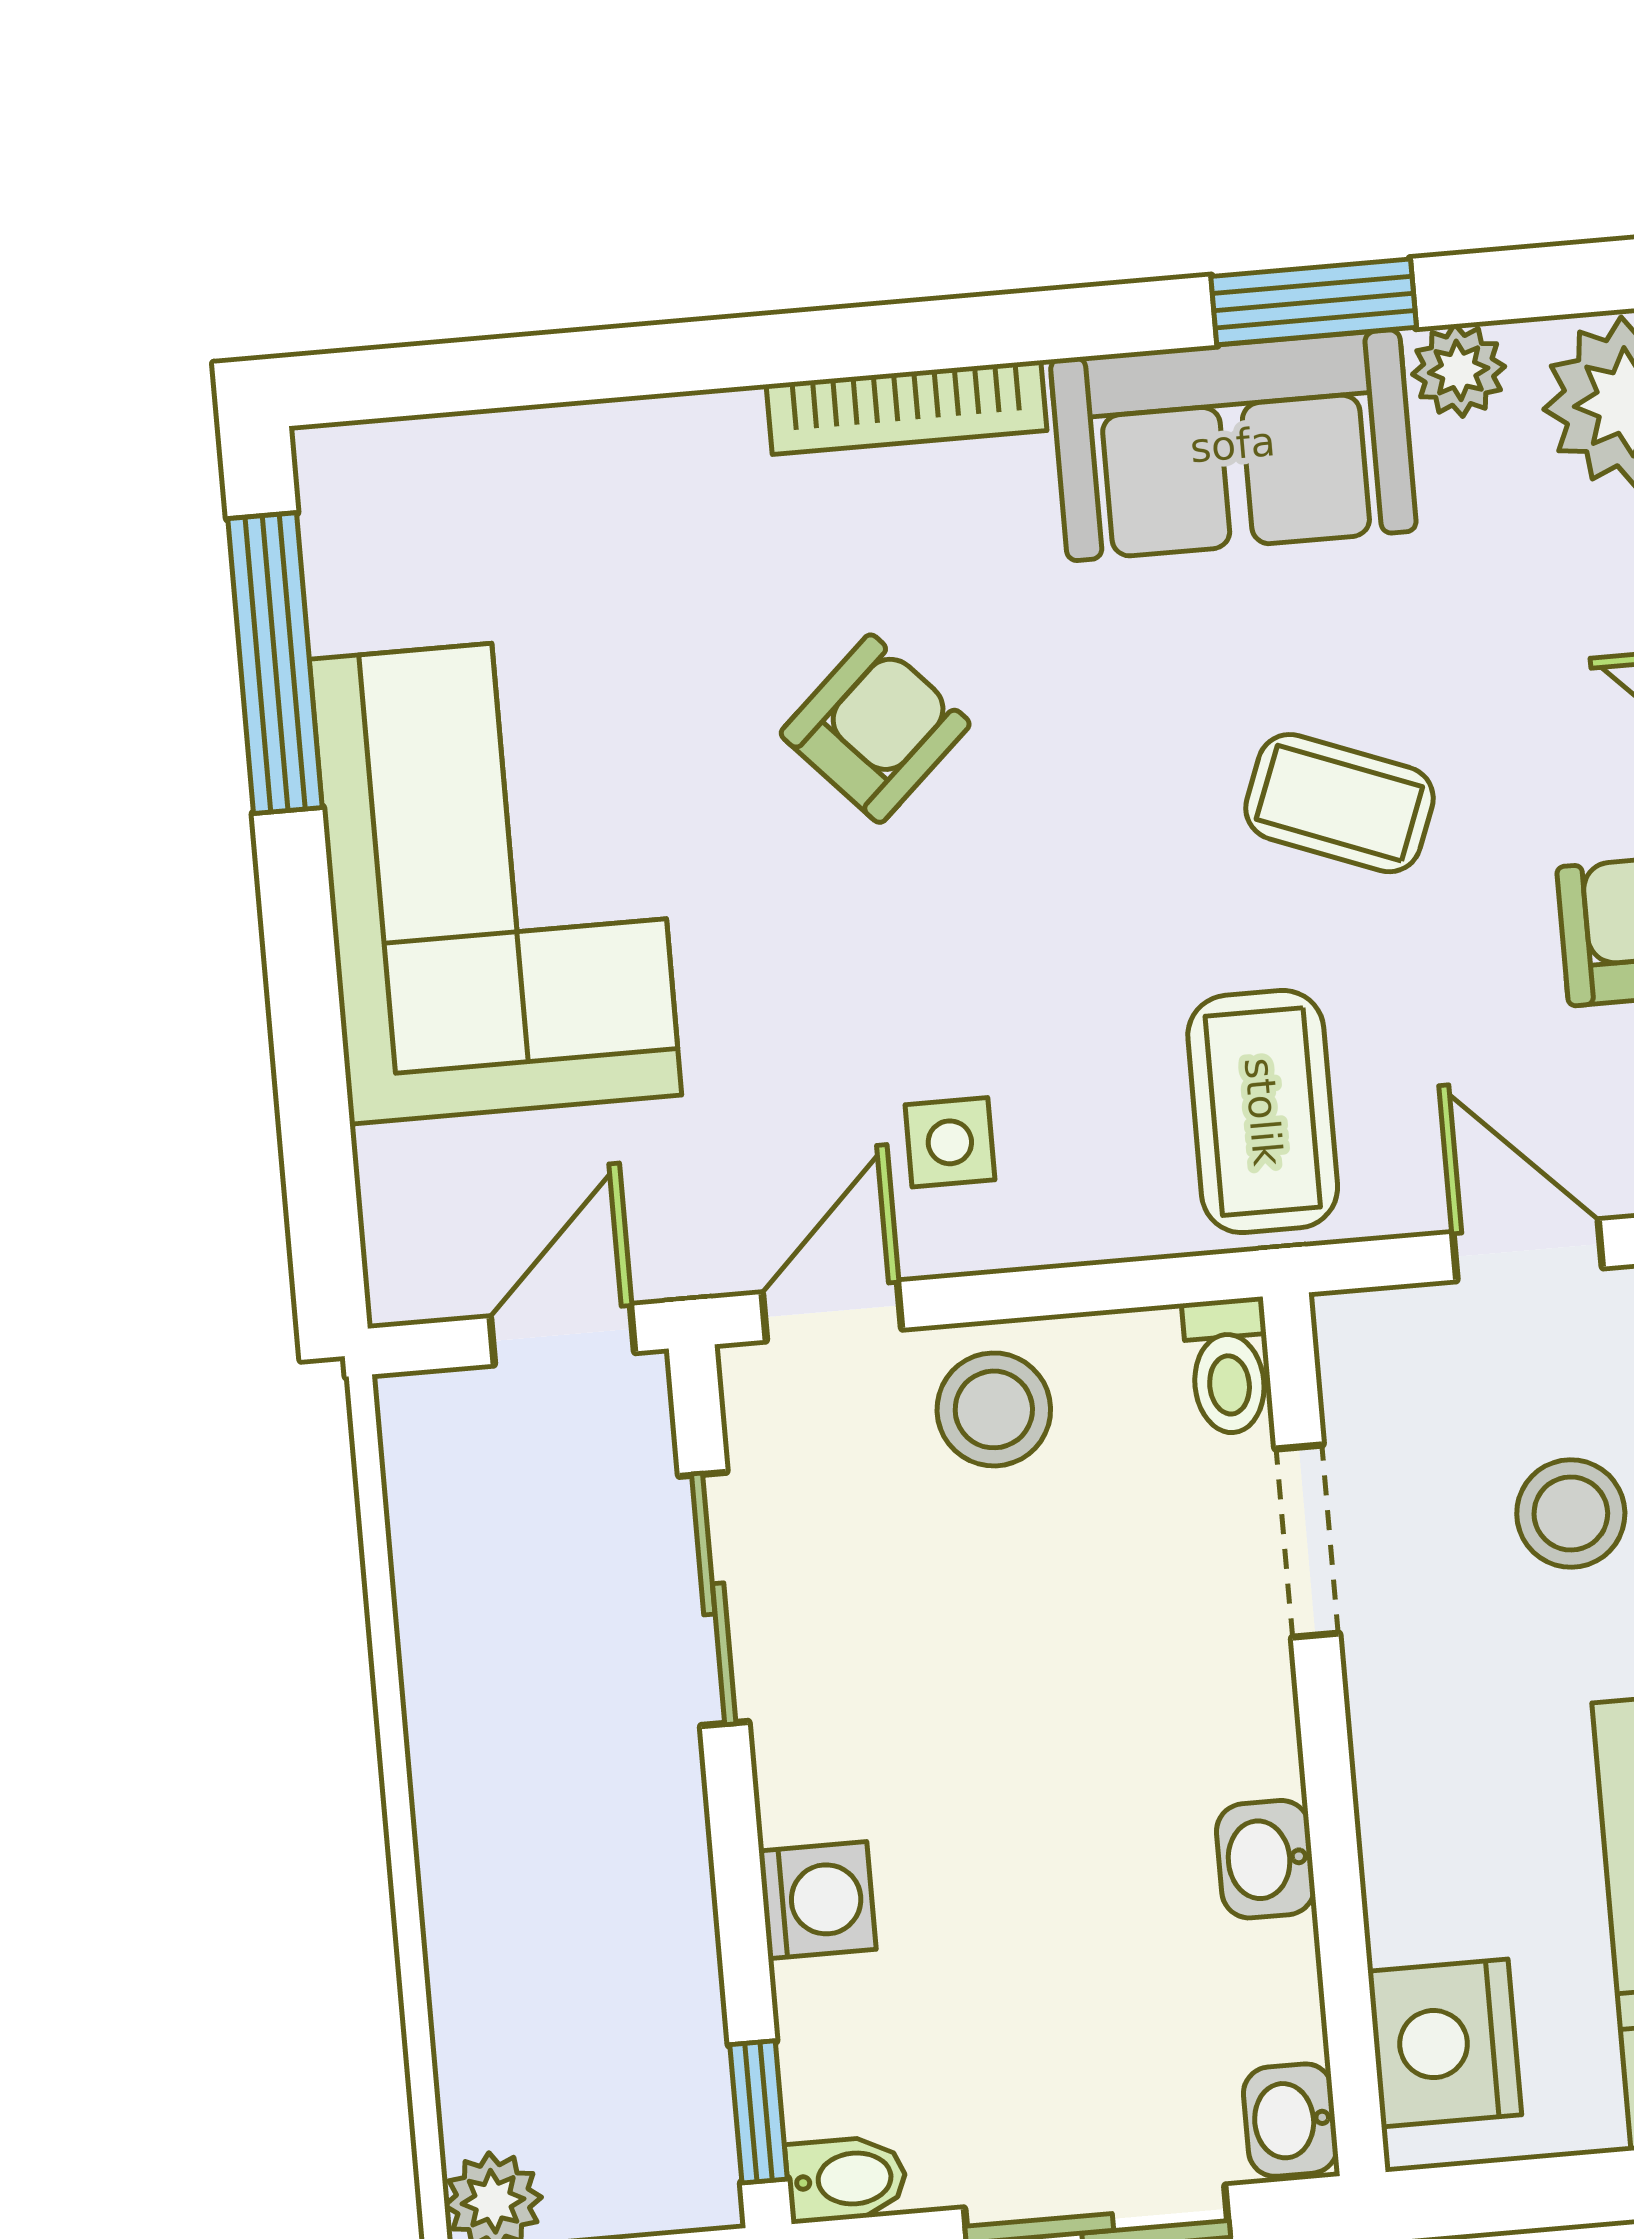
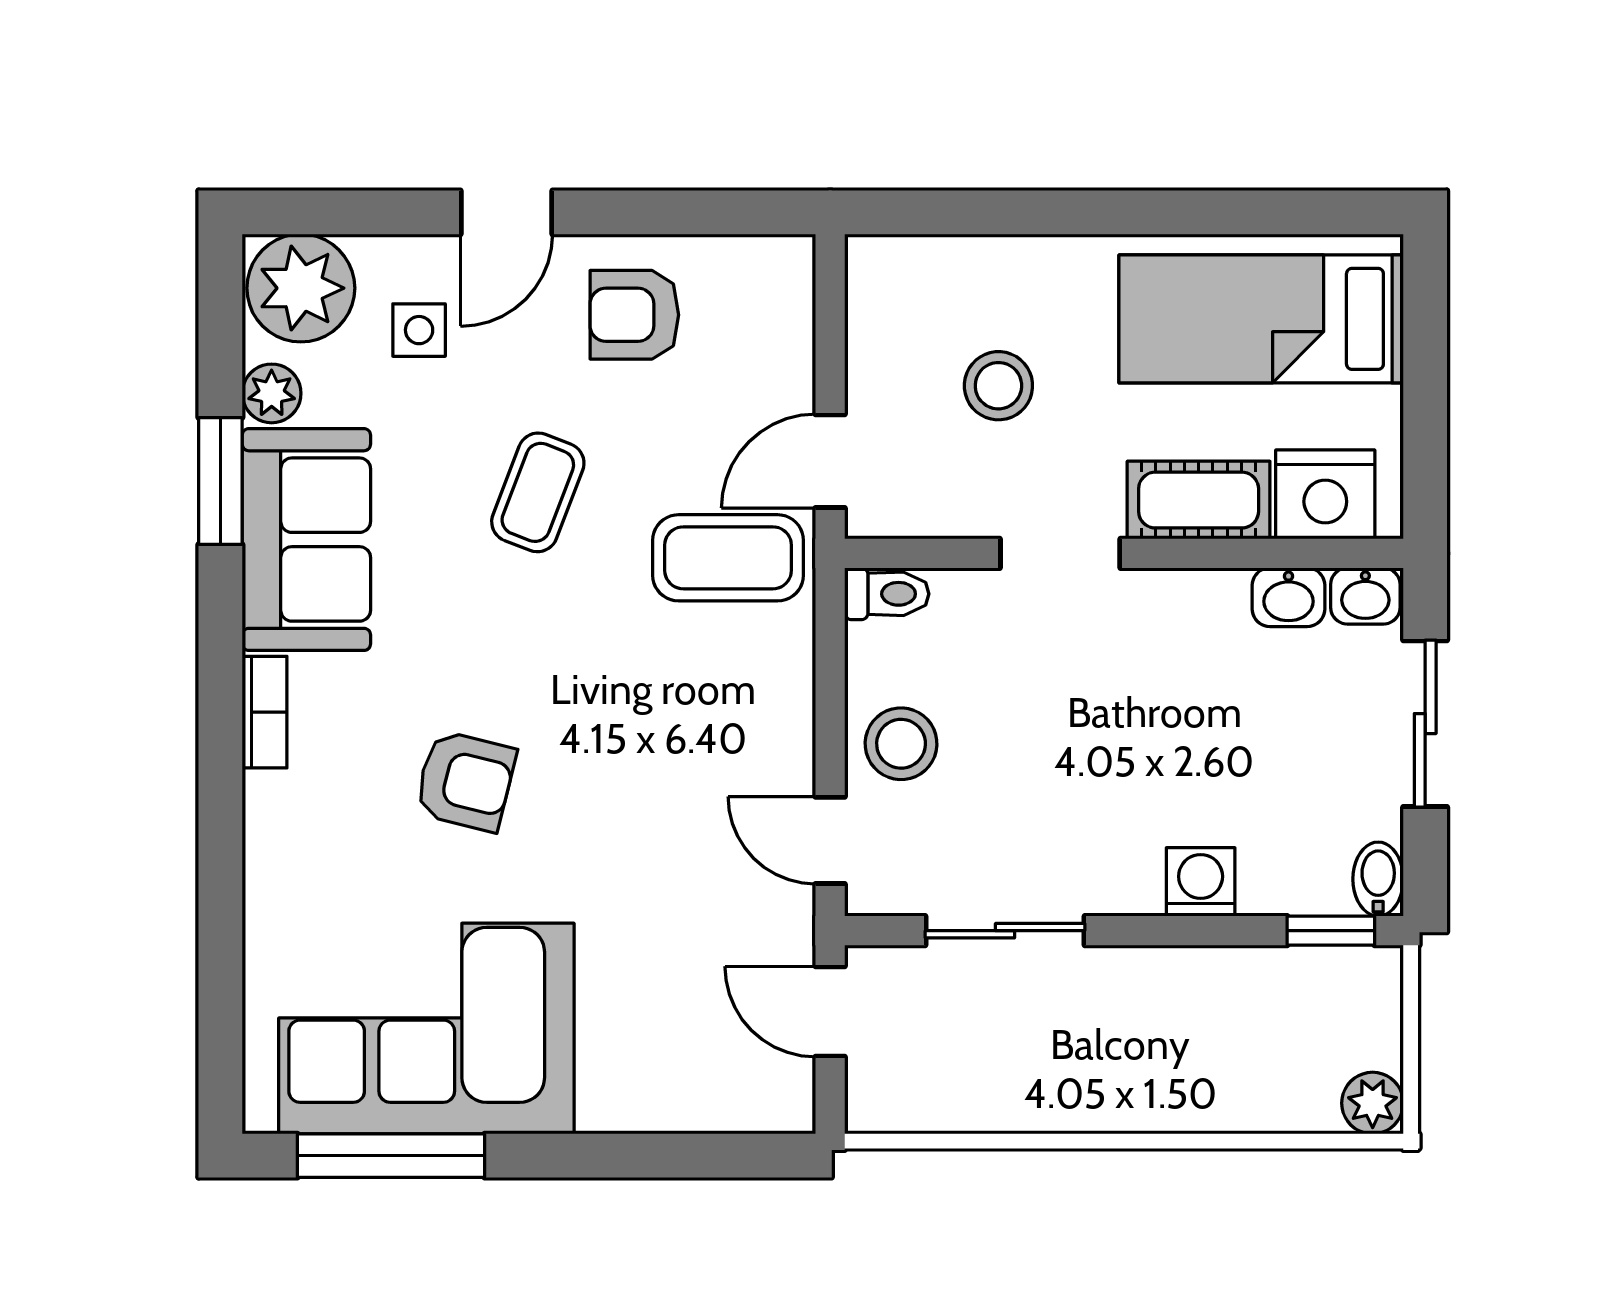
bookcase: (907, 407) -> (265, 712), width x0.64
armchair: (875, 729) -> (465, 781), turned 147
corner sofa: (495, 877) -> (426, 1029), moved
side table: (950, 1142) -> (419, 330), moved
door: (1528, 1250) -> (830, 461), moved
doorway: (1307, 1541) -> (1060, 553), moved
cot: (1418, 1844) -> (1199, 500), added
washbasin: (1266, 1859) -> (1288, 597), moved

